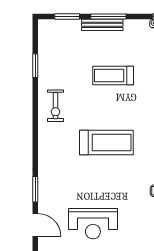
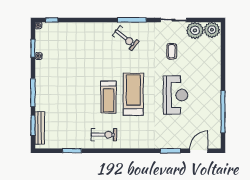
bench: (102, 25) -> (40, 128), moved
treadmill: (113, 76) -> (108, 97), moved
reception desk: (93, 224) -> (175, 95), moved

